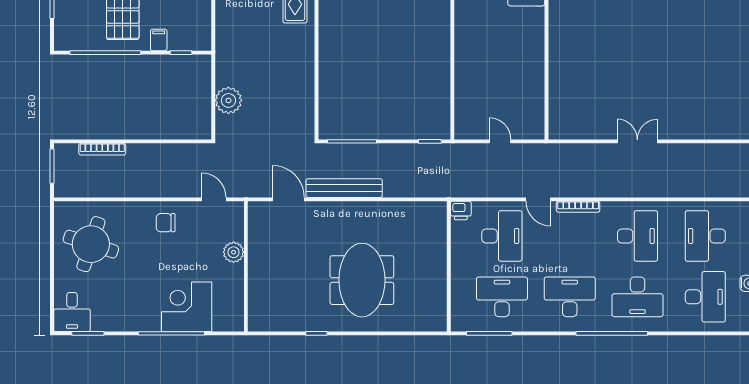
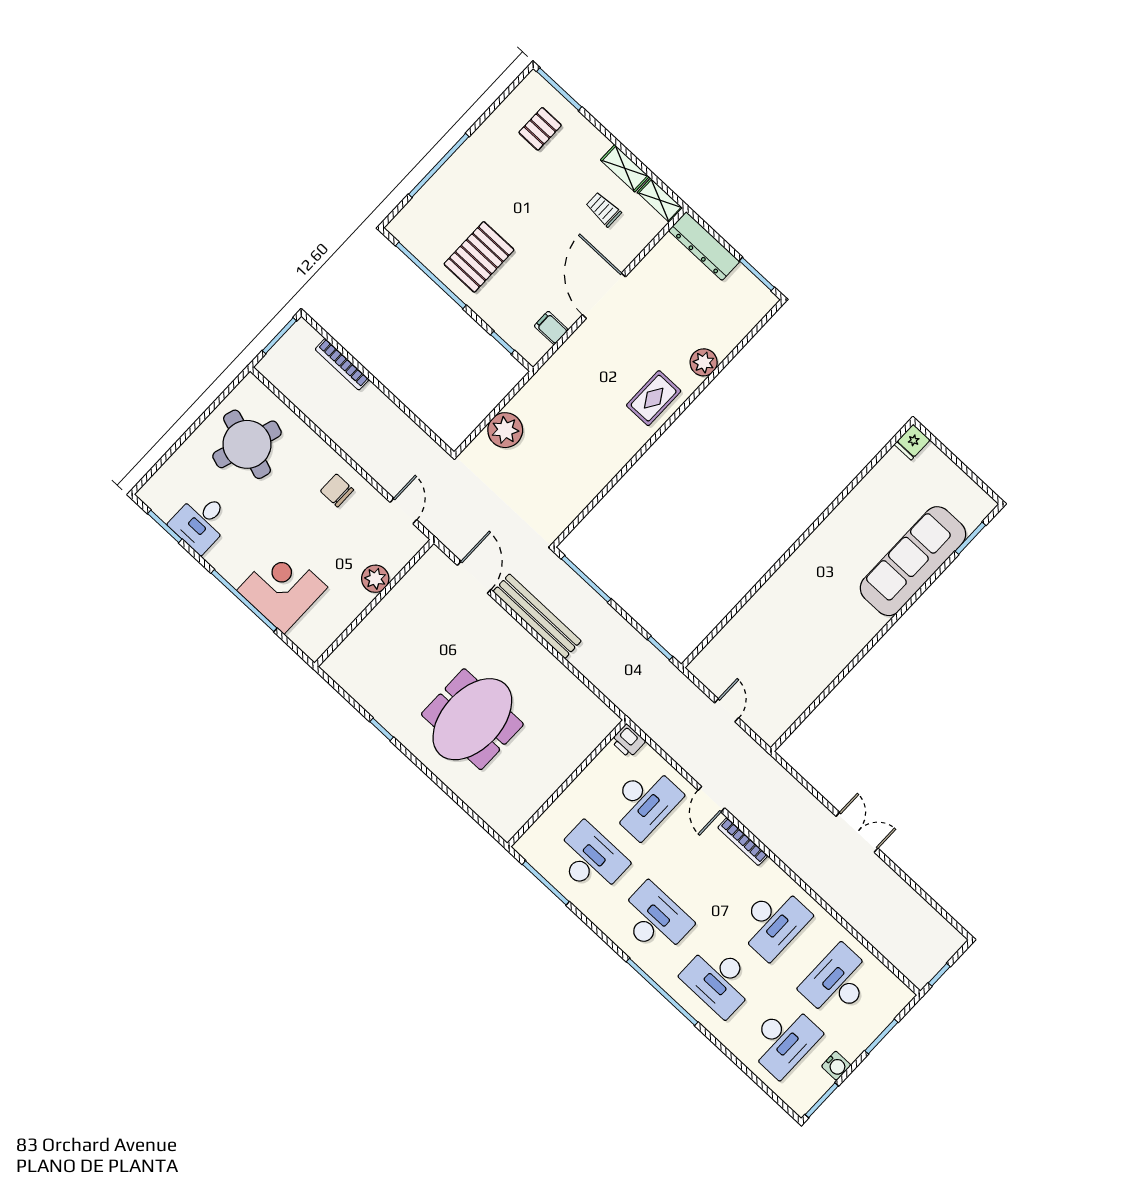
filing cabinet: (159, 40) -> (551, 328), moved, turned -90
desk: (72, 312) -> (201, 522), moved

